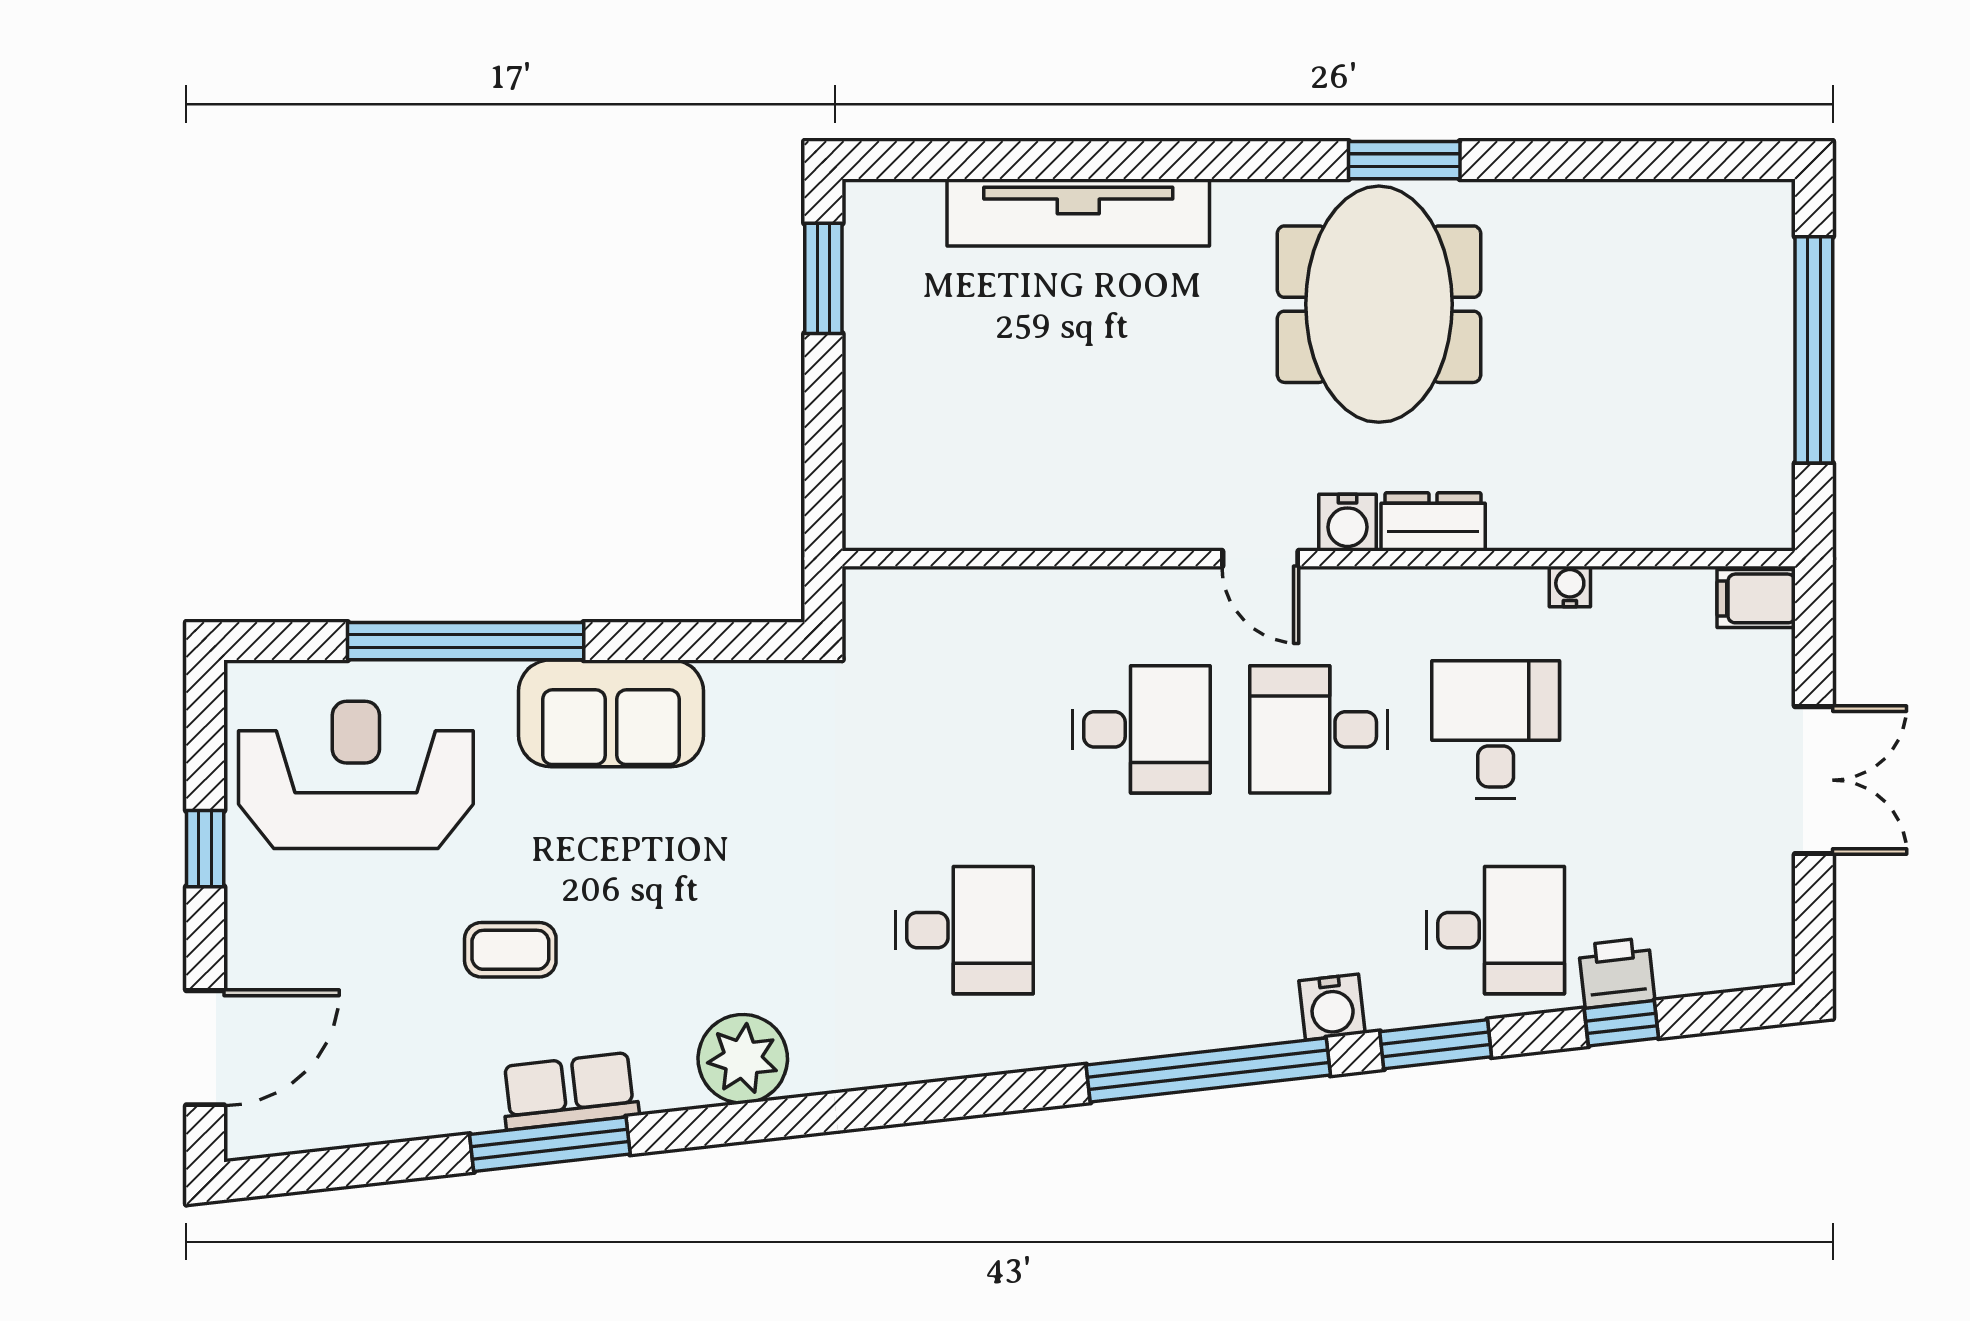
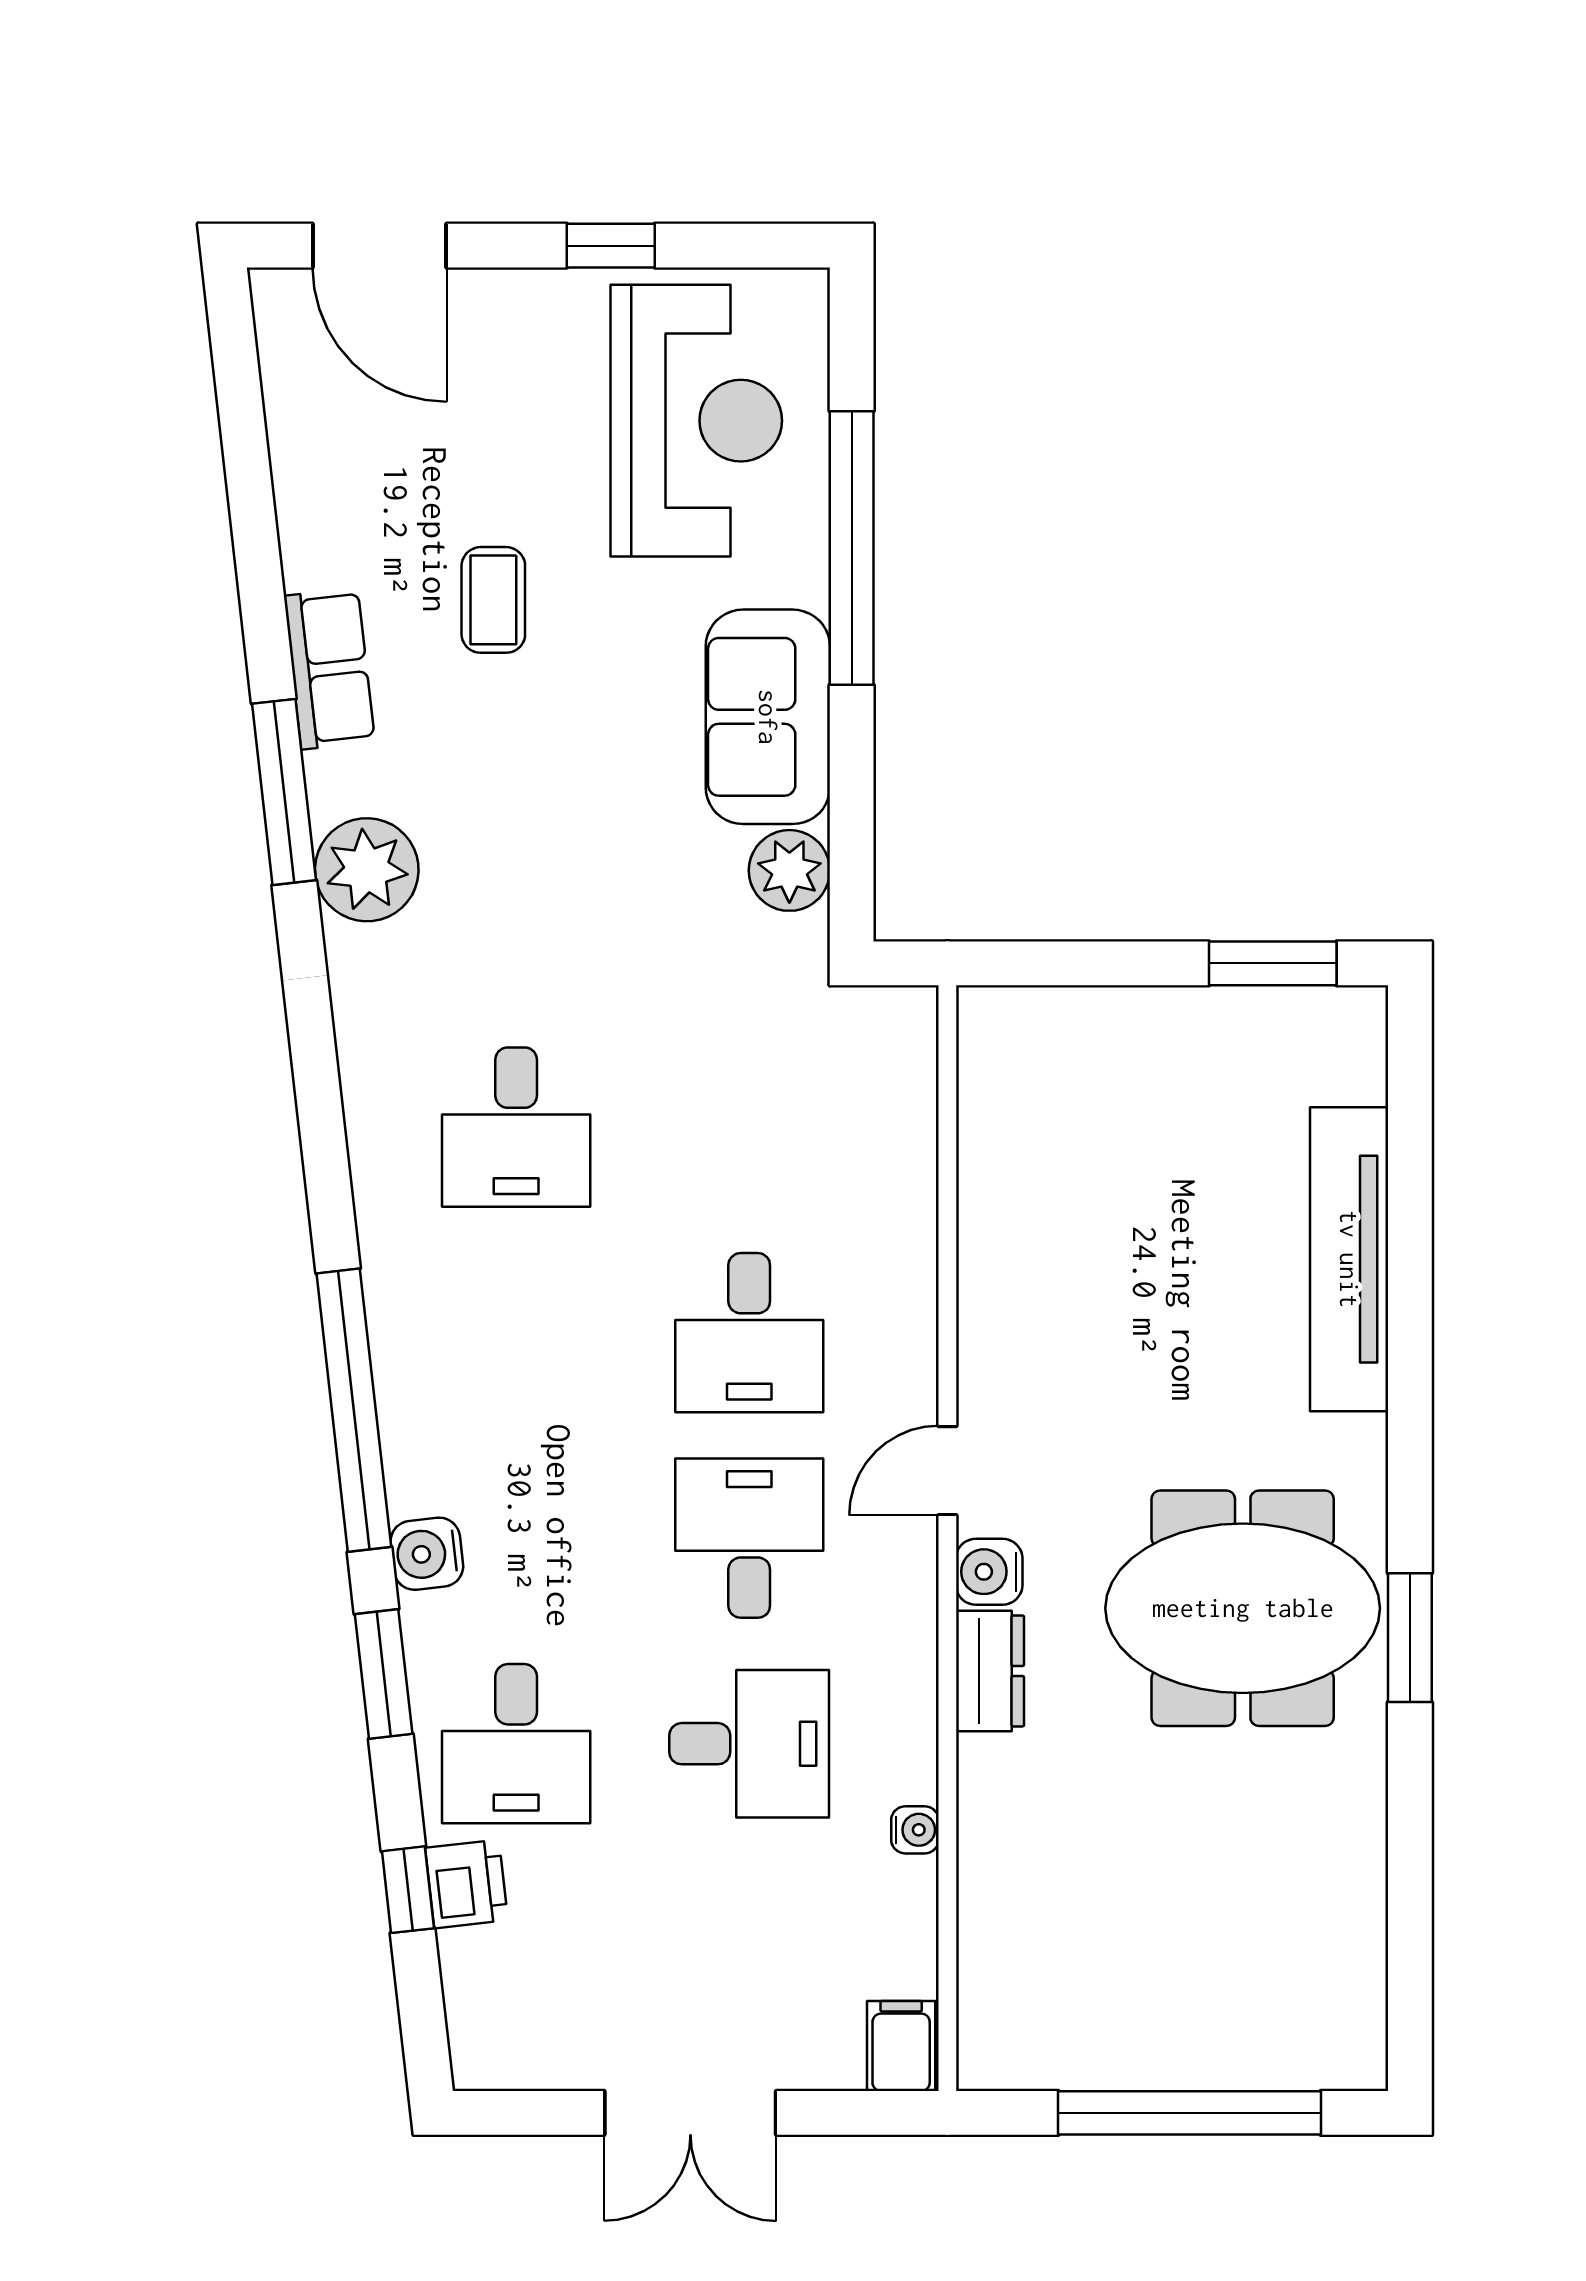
plant: (743, 695) -> (789, 870), added
window: (550, 1144) -> (284, 792), moved

